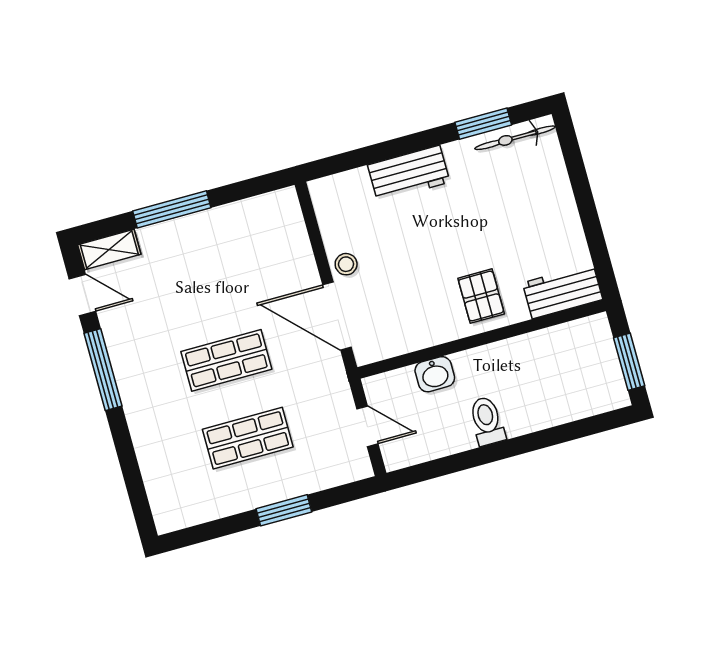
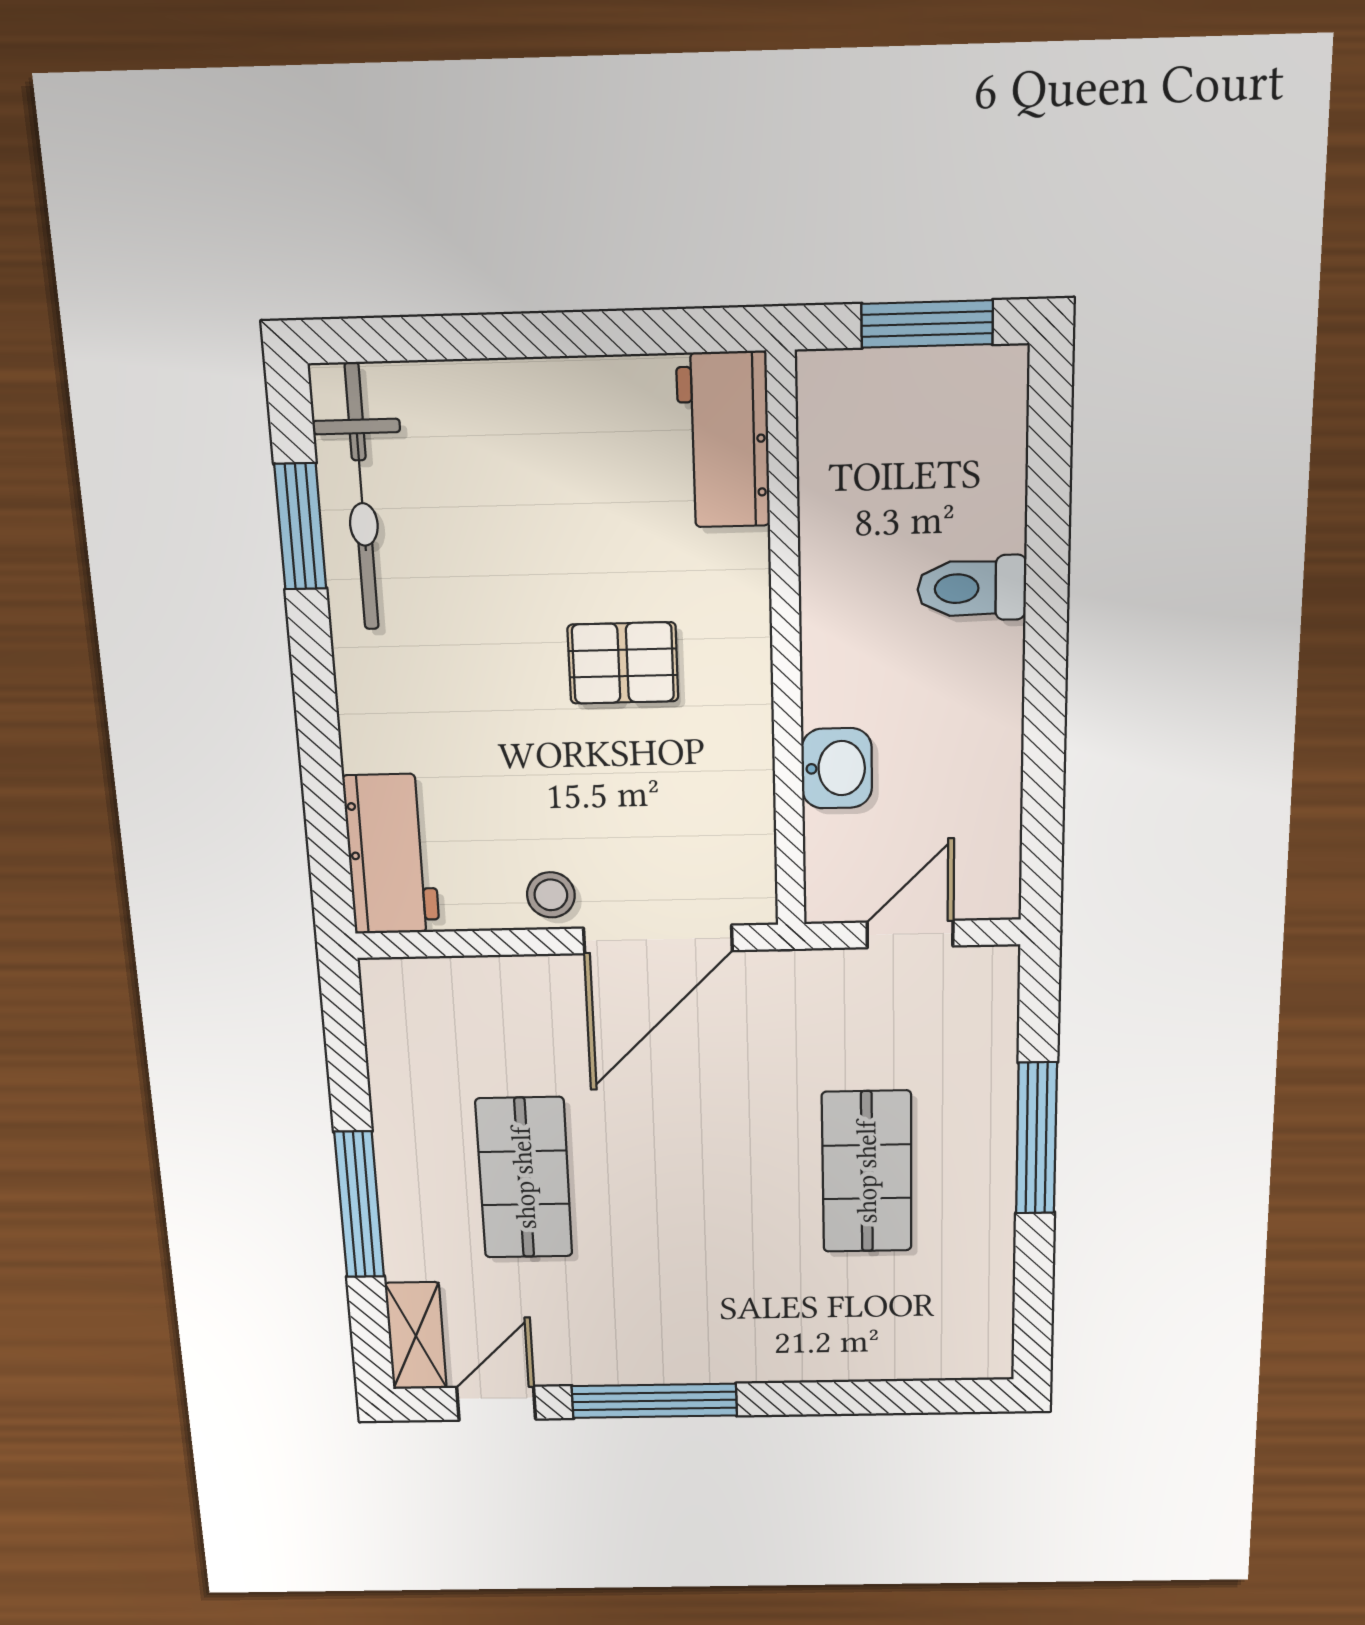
bicycle: (515, 138) -> (362, 498), width x1.37, depth x1.40
workbench: (409, 173) -> (391, 854), moved
pallet: (481, 296) -> (623, 663), moved
shop shelf: (226, 360) -> (524, 1178), moved
toilet: (487, 421) -> (972, 588), moved
window: (284, 510) -> (1036, 1138), width x1.44

